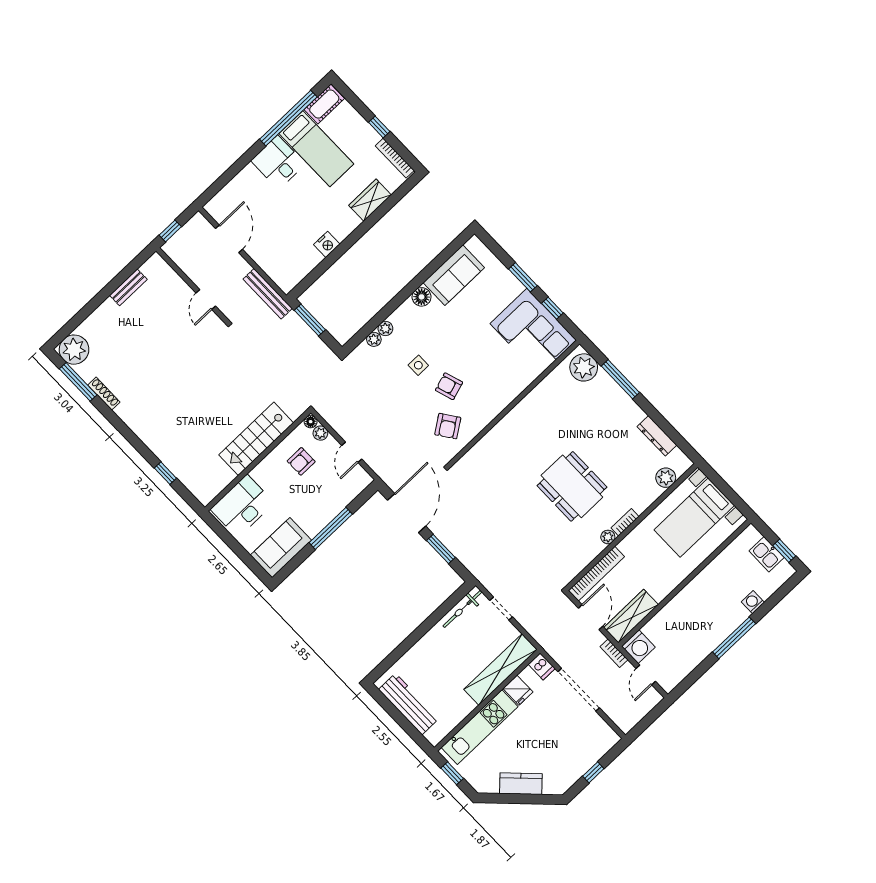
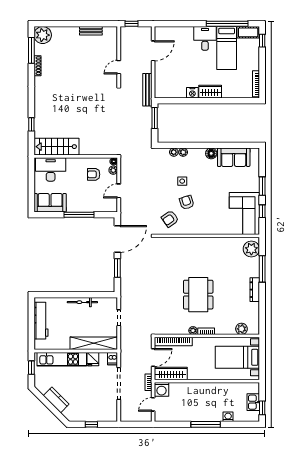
window: (379, 127) -> (262, 41), moved
wardrobe: (370, 200) -> (210, 92), moved
dresser: (657, 436) -> (255, 290), moved
stairs: (256, 439) -> (56, 147), moved
bicycle: (462, 609) -> (82, 302), moved

